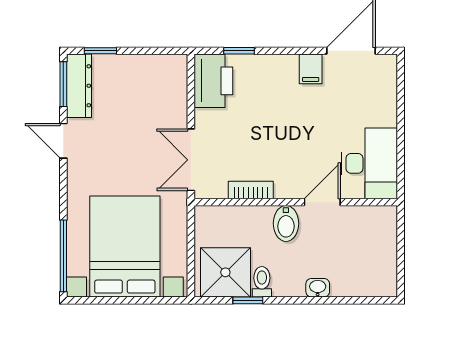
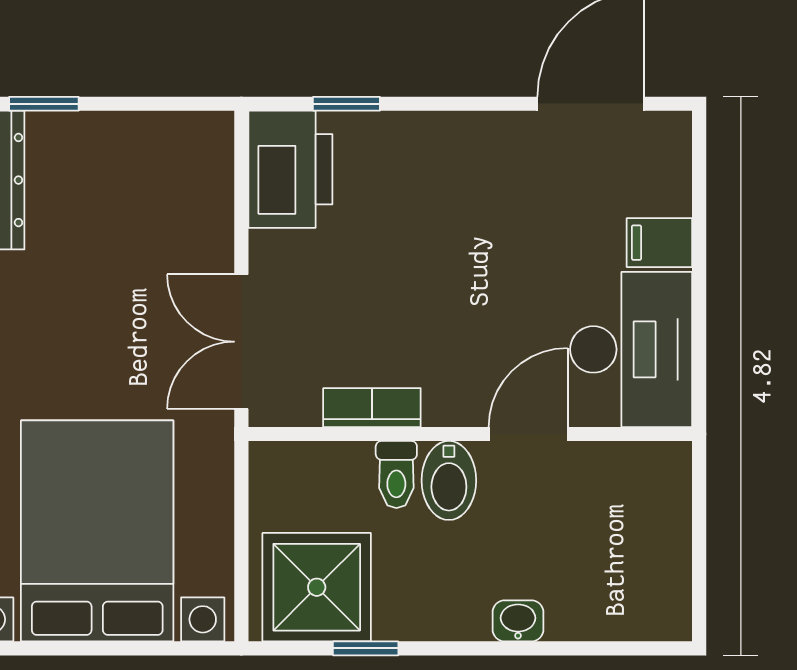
filing cabinet: (311, 69) -> (659, 243), moved, turned 90
toilet: (262, 282) -> (396, 475), moved, turned 180

